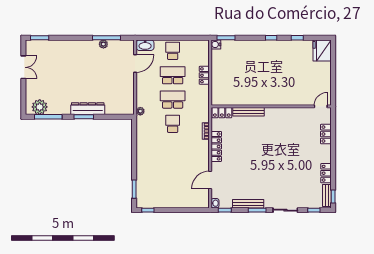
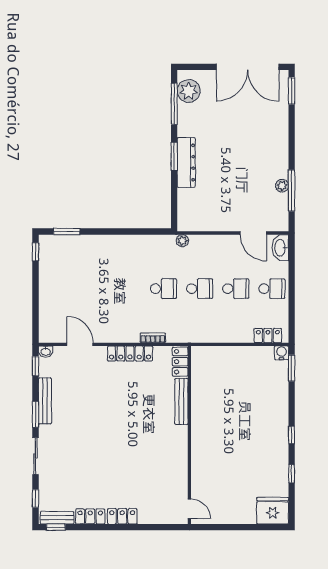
double door: (23, 67) -> (248, 67), width x1.87
school desk: (173, 75) -> (236, 289), width x0.54
locker: (204, 75) -> (268, 336), moved
school desk: (173, 100) -> (200, 289), width x0.54
locker: (326, 134) -> (122, 516), moved

